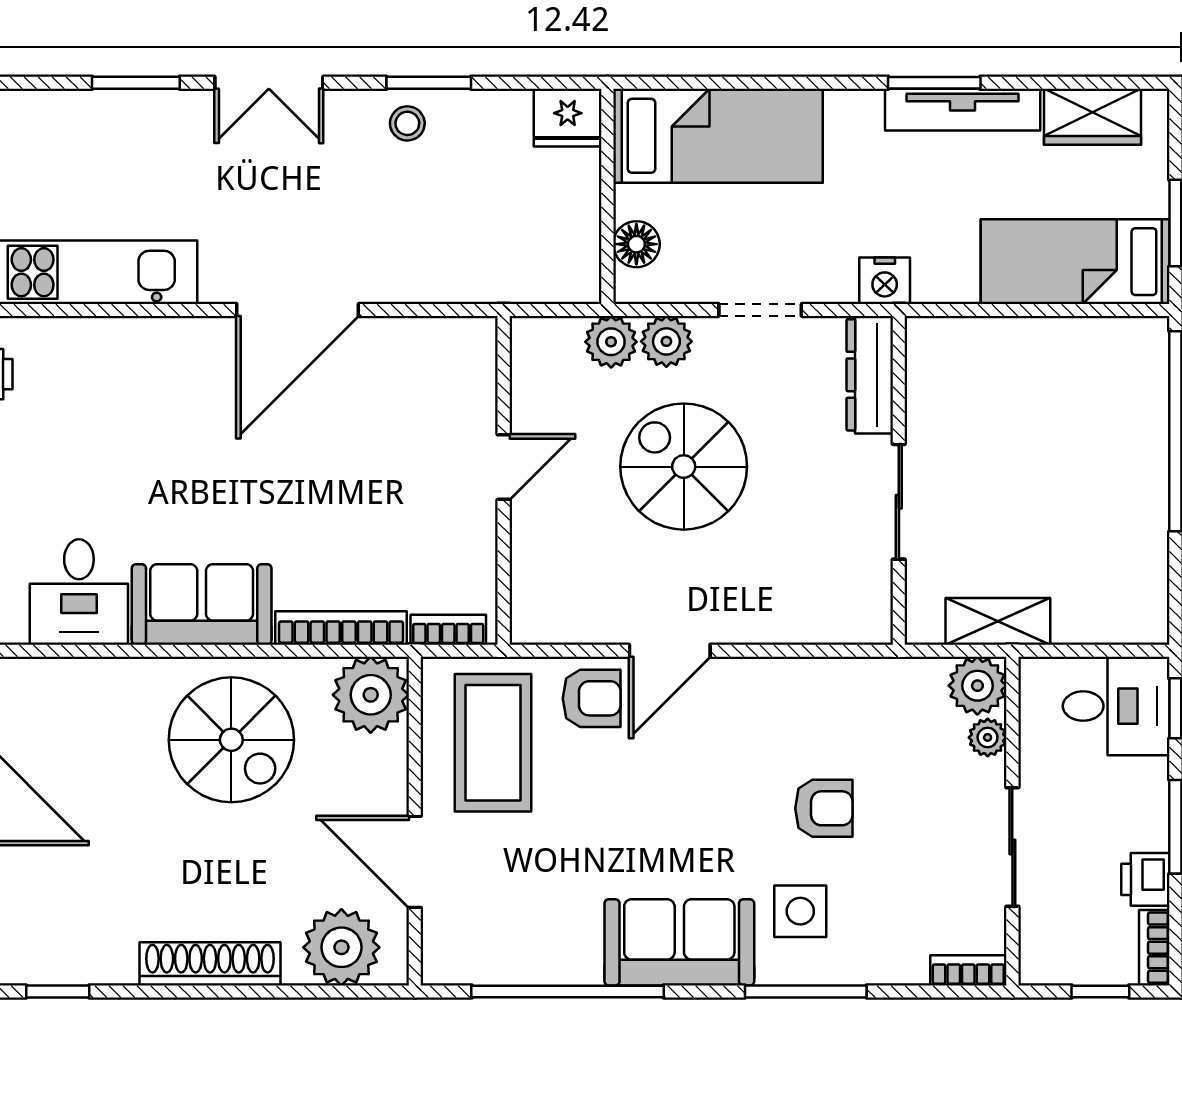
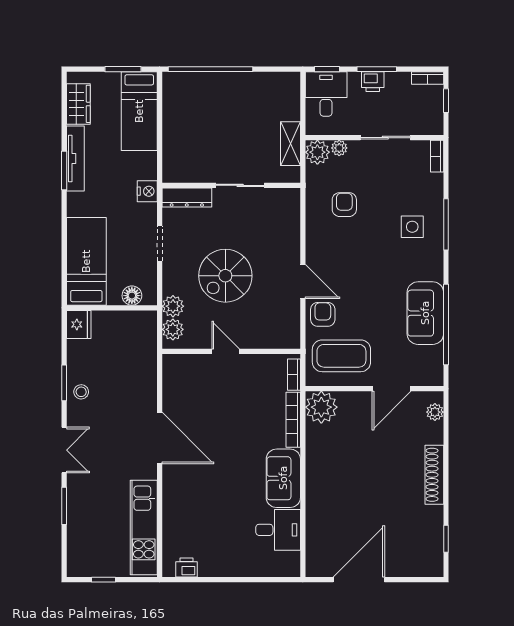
plant: (666, 341) -> (173, 329), moved
spiral stairs: (231, 740) -> (340, 466), removed
armchair: (824, 808) -> (344, 205), moved
printer: (1145, 879) -> (373, 82), moved
sofa: (679, 942) -> (425, 313), moved
plant: (341, 947) -> (435, 412), width x0.53, depth x0.53

